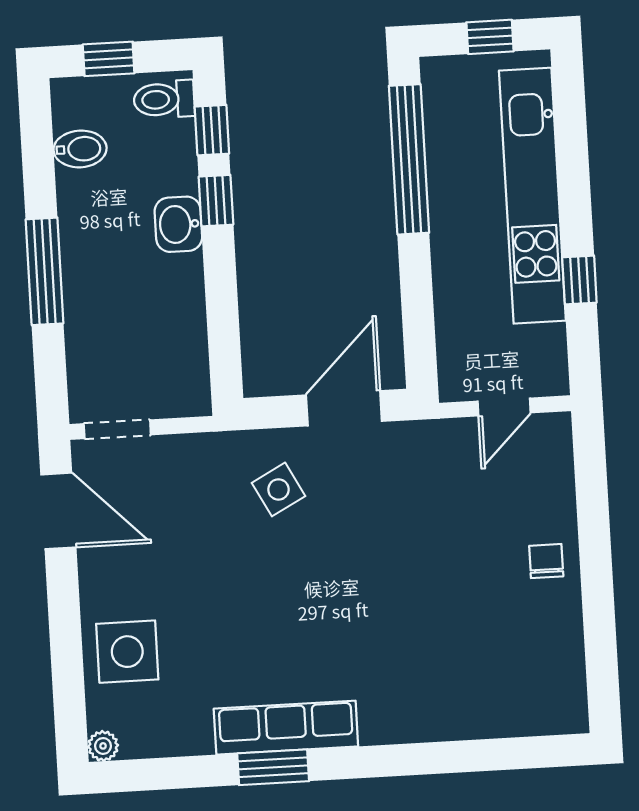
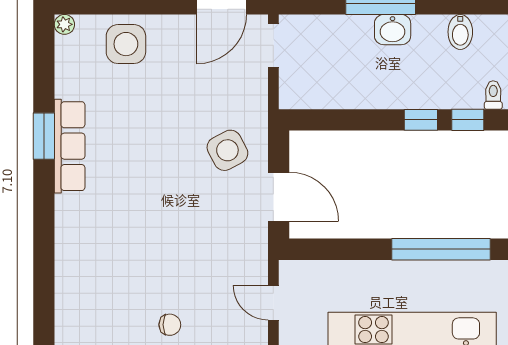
toilet: (164, 99) -> (493, 95), width x0.73, depth x0.72
washbasin: (178, 224) -> (393, 30), moved, turned 180
side table: (278, 489) -> (227, 150), width x1.37, depth x1.37

